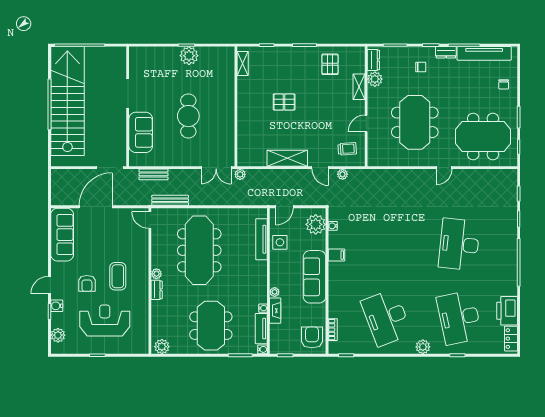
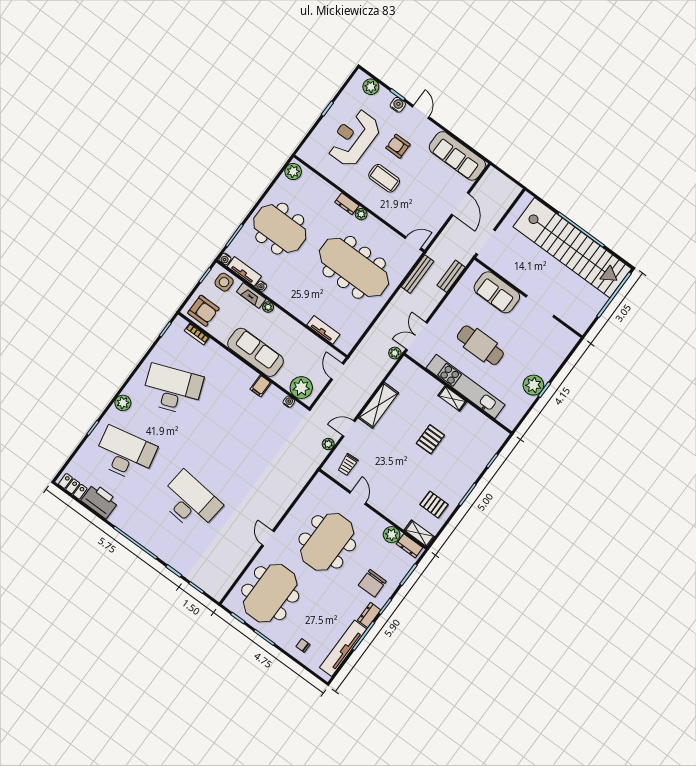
shelving: (243, 63) -> (452, 399), moved
chair: (421, 67) -> (372, 583), width x1.87, depth x1.87
shelving: (359, 87) -> (419, 533), moved
kitchen unit: (226, 105) -> (465, 386), added
meeting table: (415, 122) -> (327, 542), turned 90
door: (96, 207) -> (460, 204), width x0.73
tv unit: (261, 239) -> (323, 330), width x0.71
side table: (280, 242) -> (224, 282), moved
reception desk: (105, 321) -> (353, 138), turned 180

